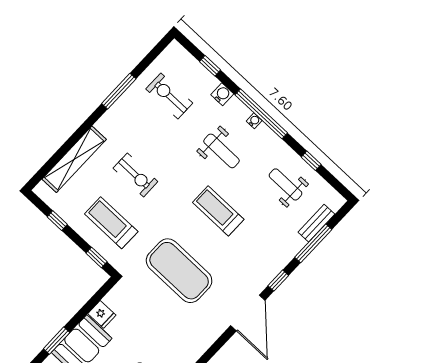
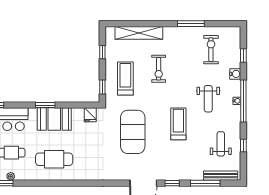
bench: (316, 223) -> (221, 176), width x1.36
fridge: (102, 314) -> (90, 115), moved

